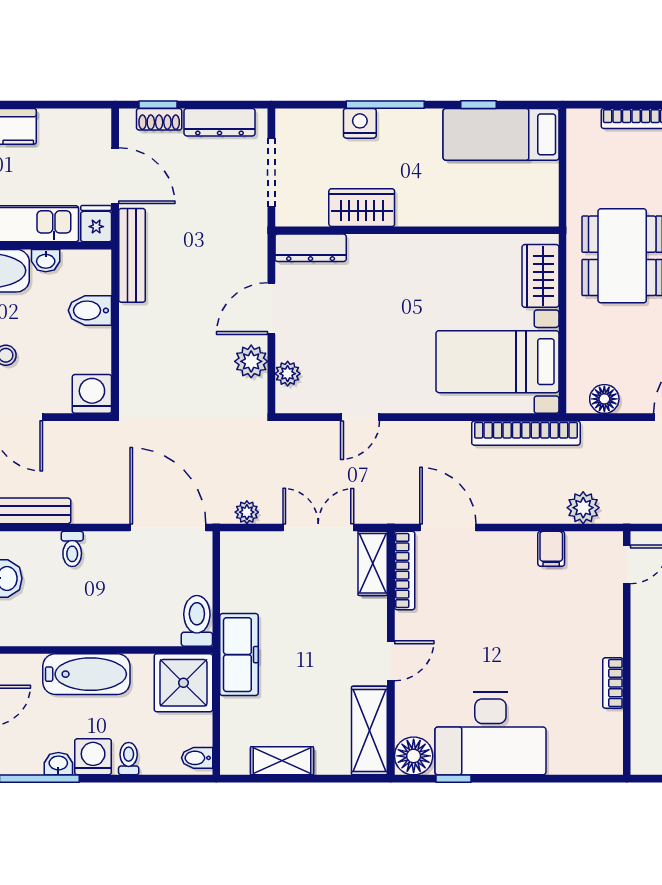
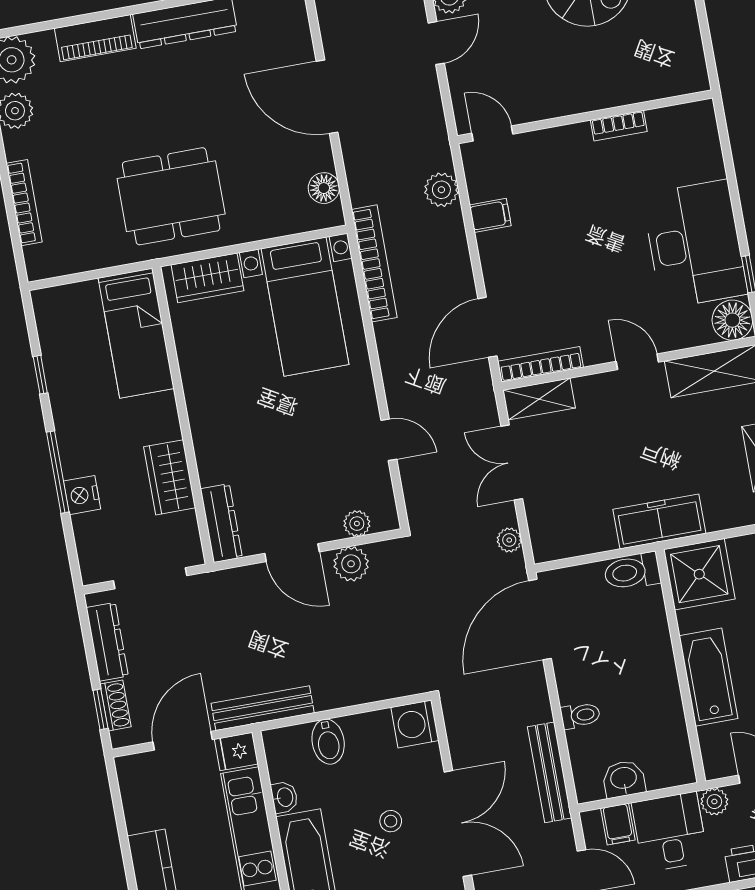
bed: (501, 134) -> (136, 333), moved

